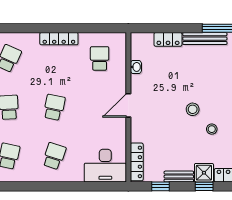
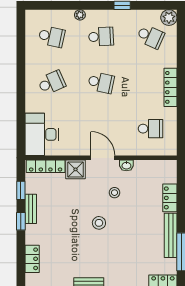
washbasin: (136, 67) -> (126, 165), moved
stool: (212, 129) -> (115, 193), moved
school desk: (54, 156) -> (52, 83), turned -42
shower: (204, 173) -> (75, 169), moved
window: (204, 186) -> (21, 221), moved

